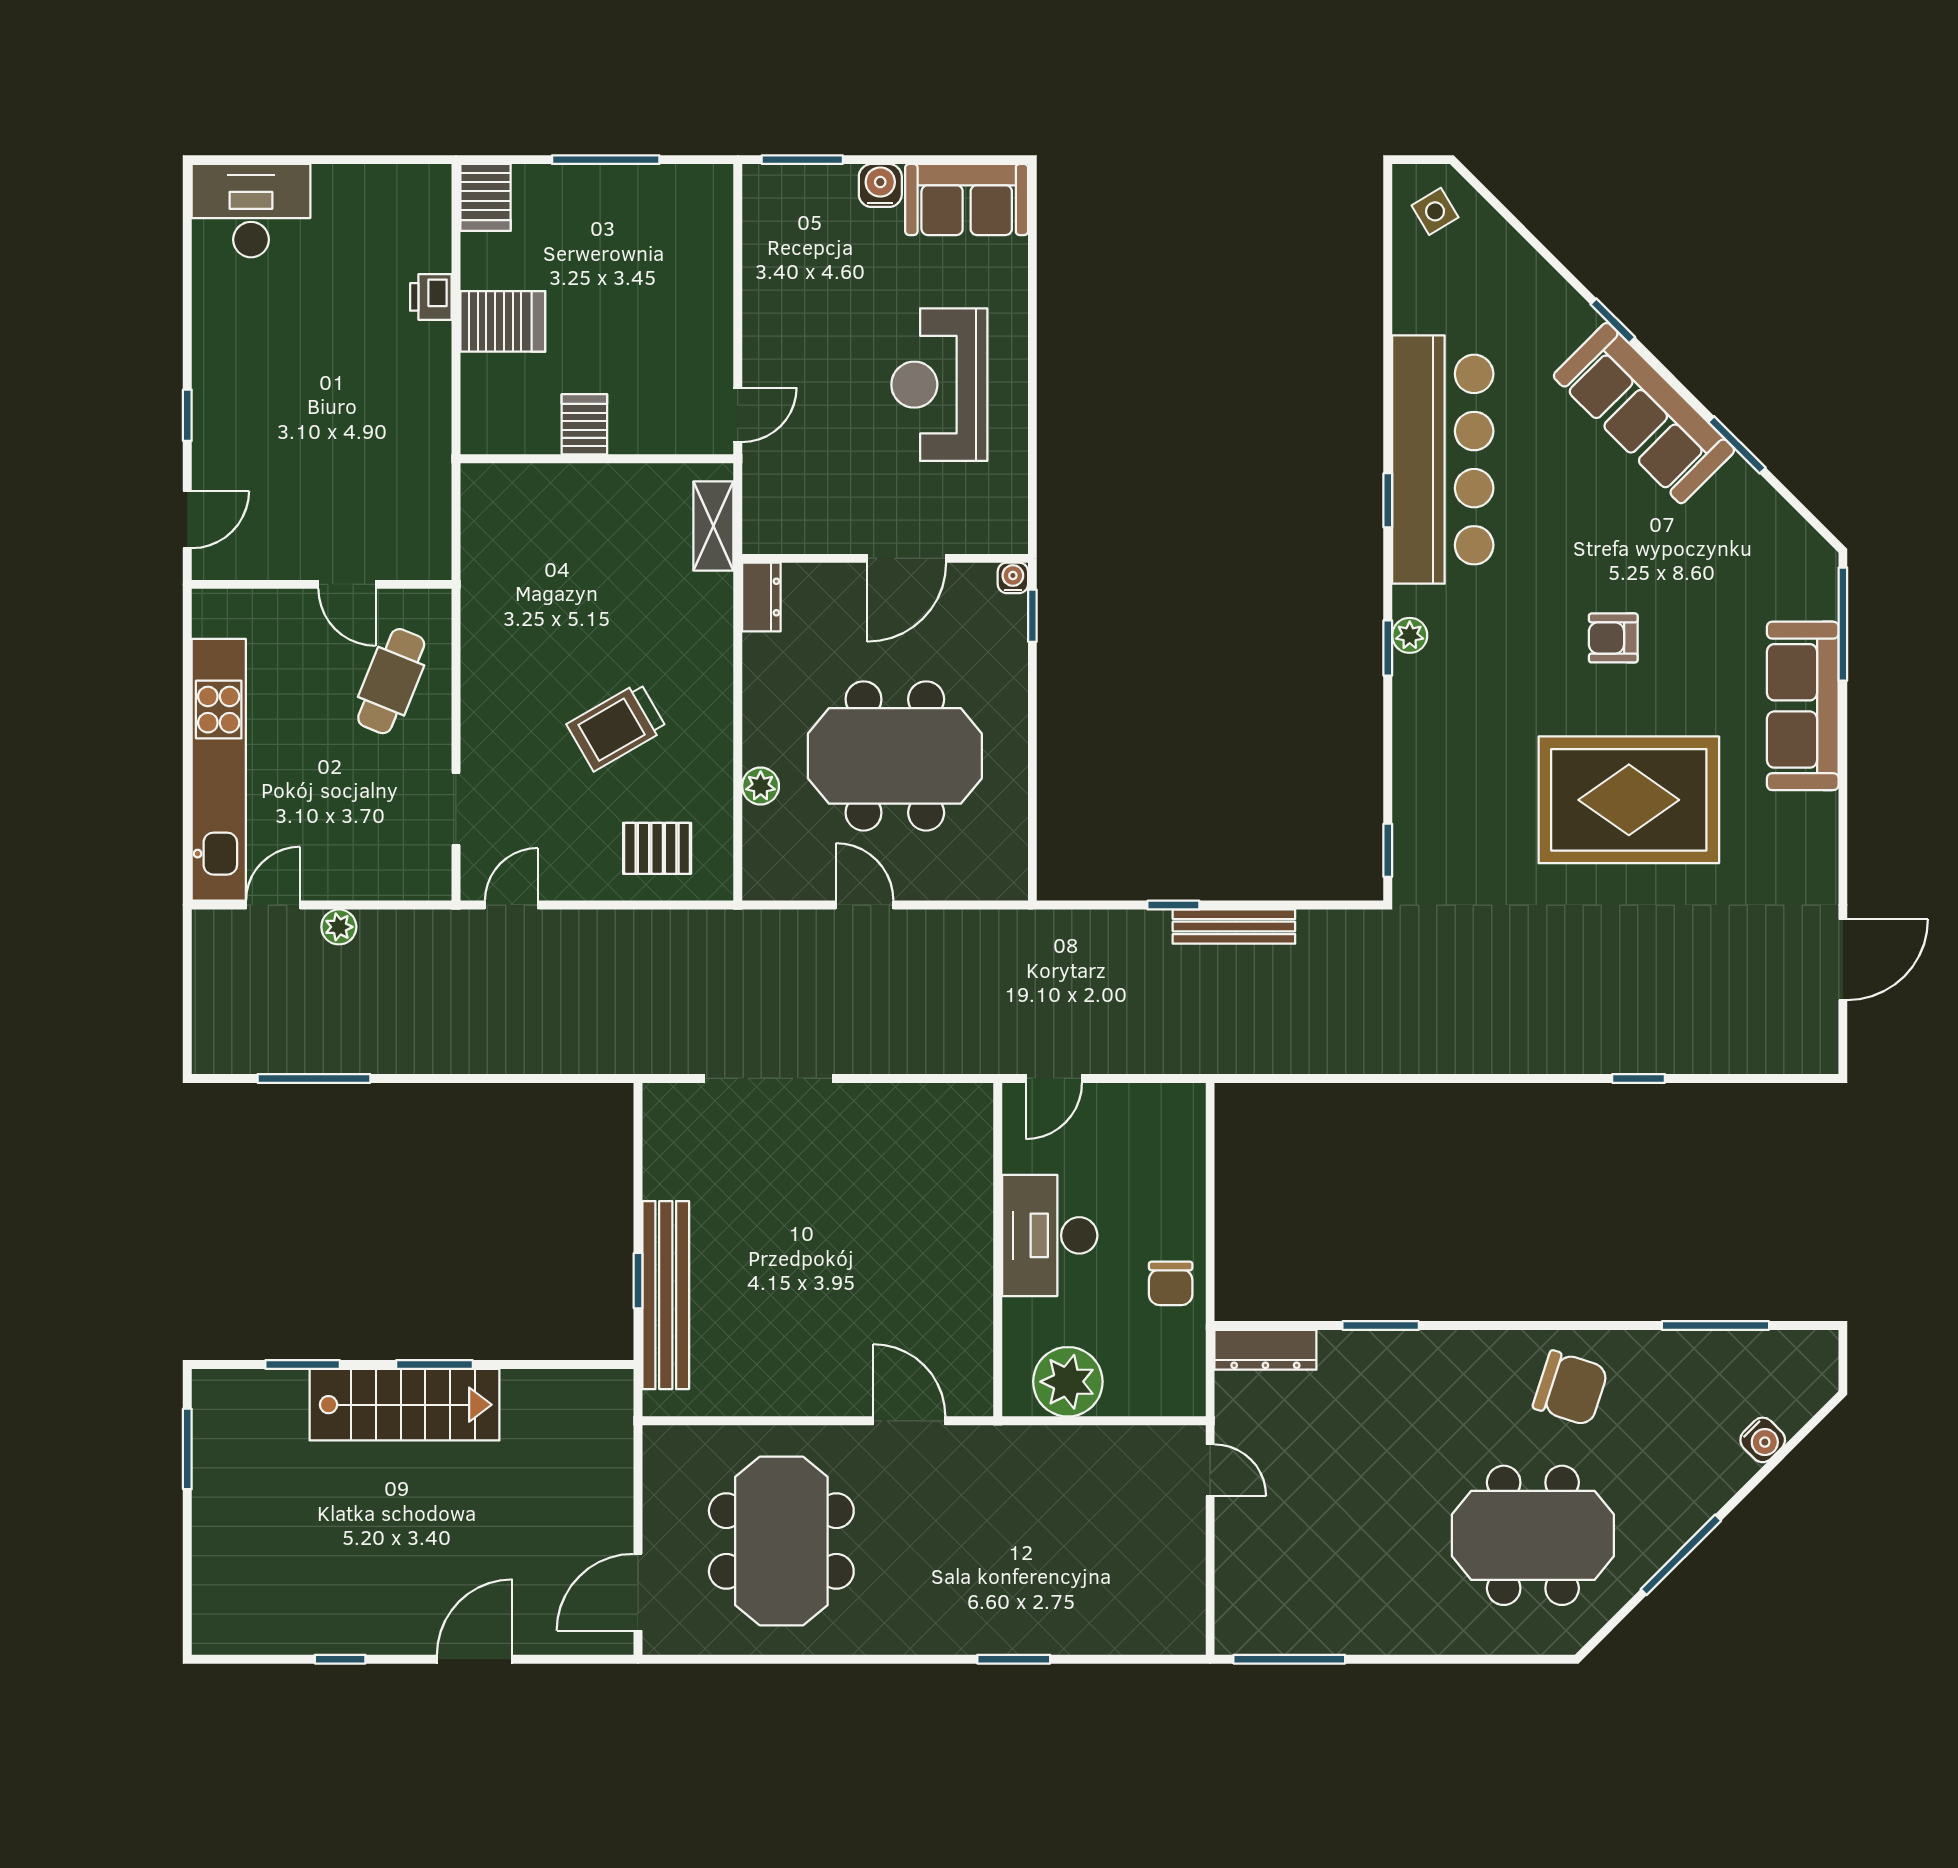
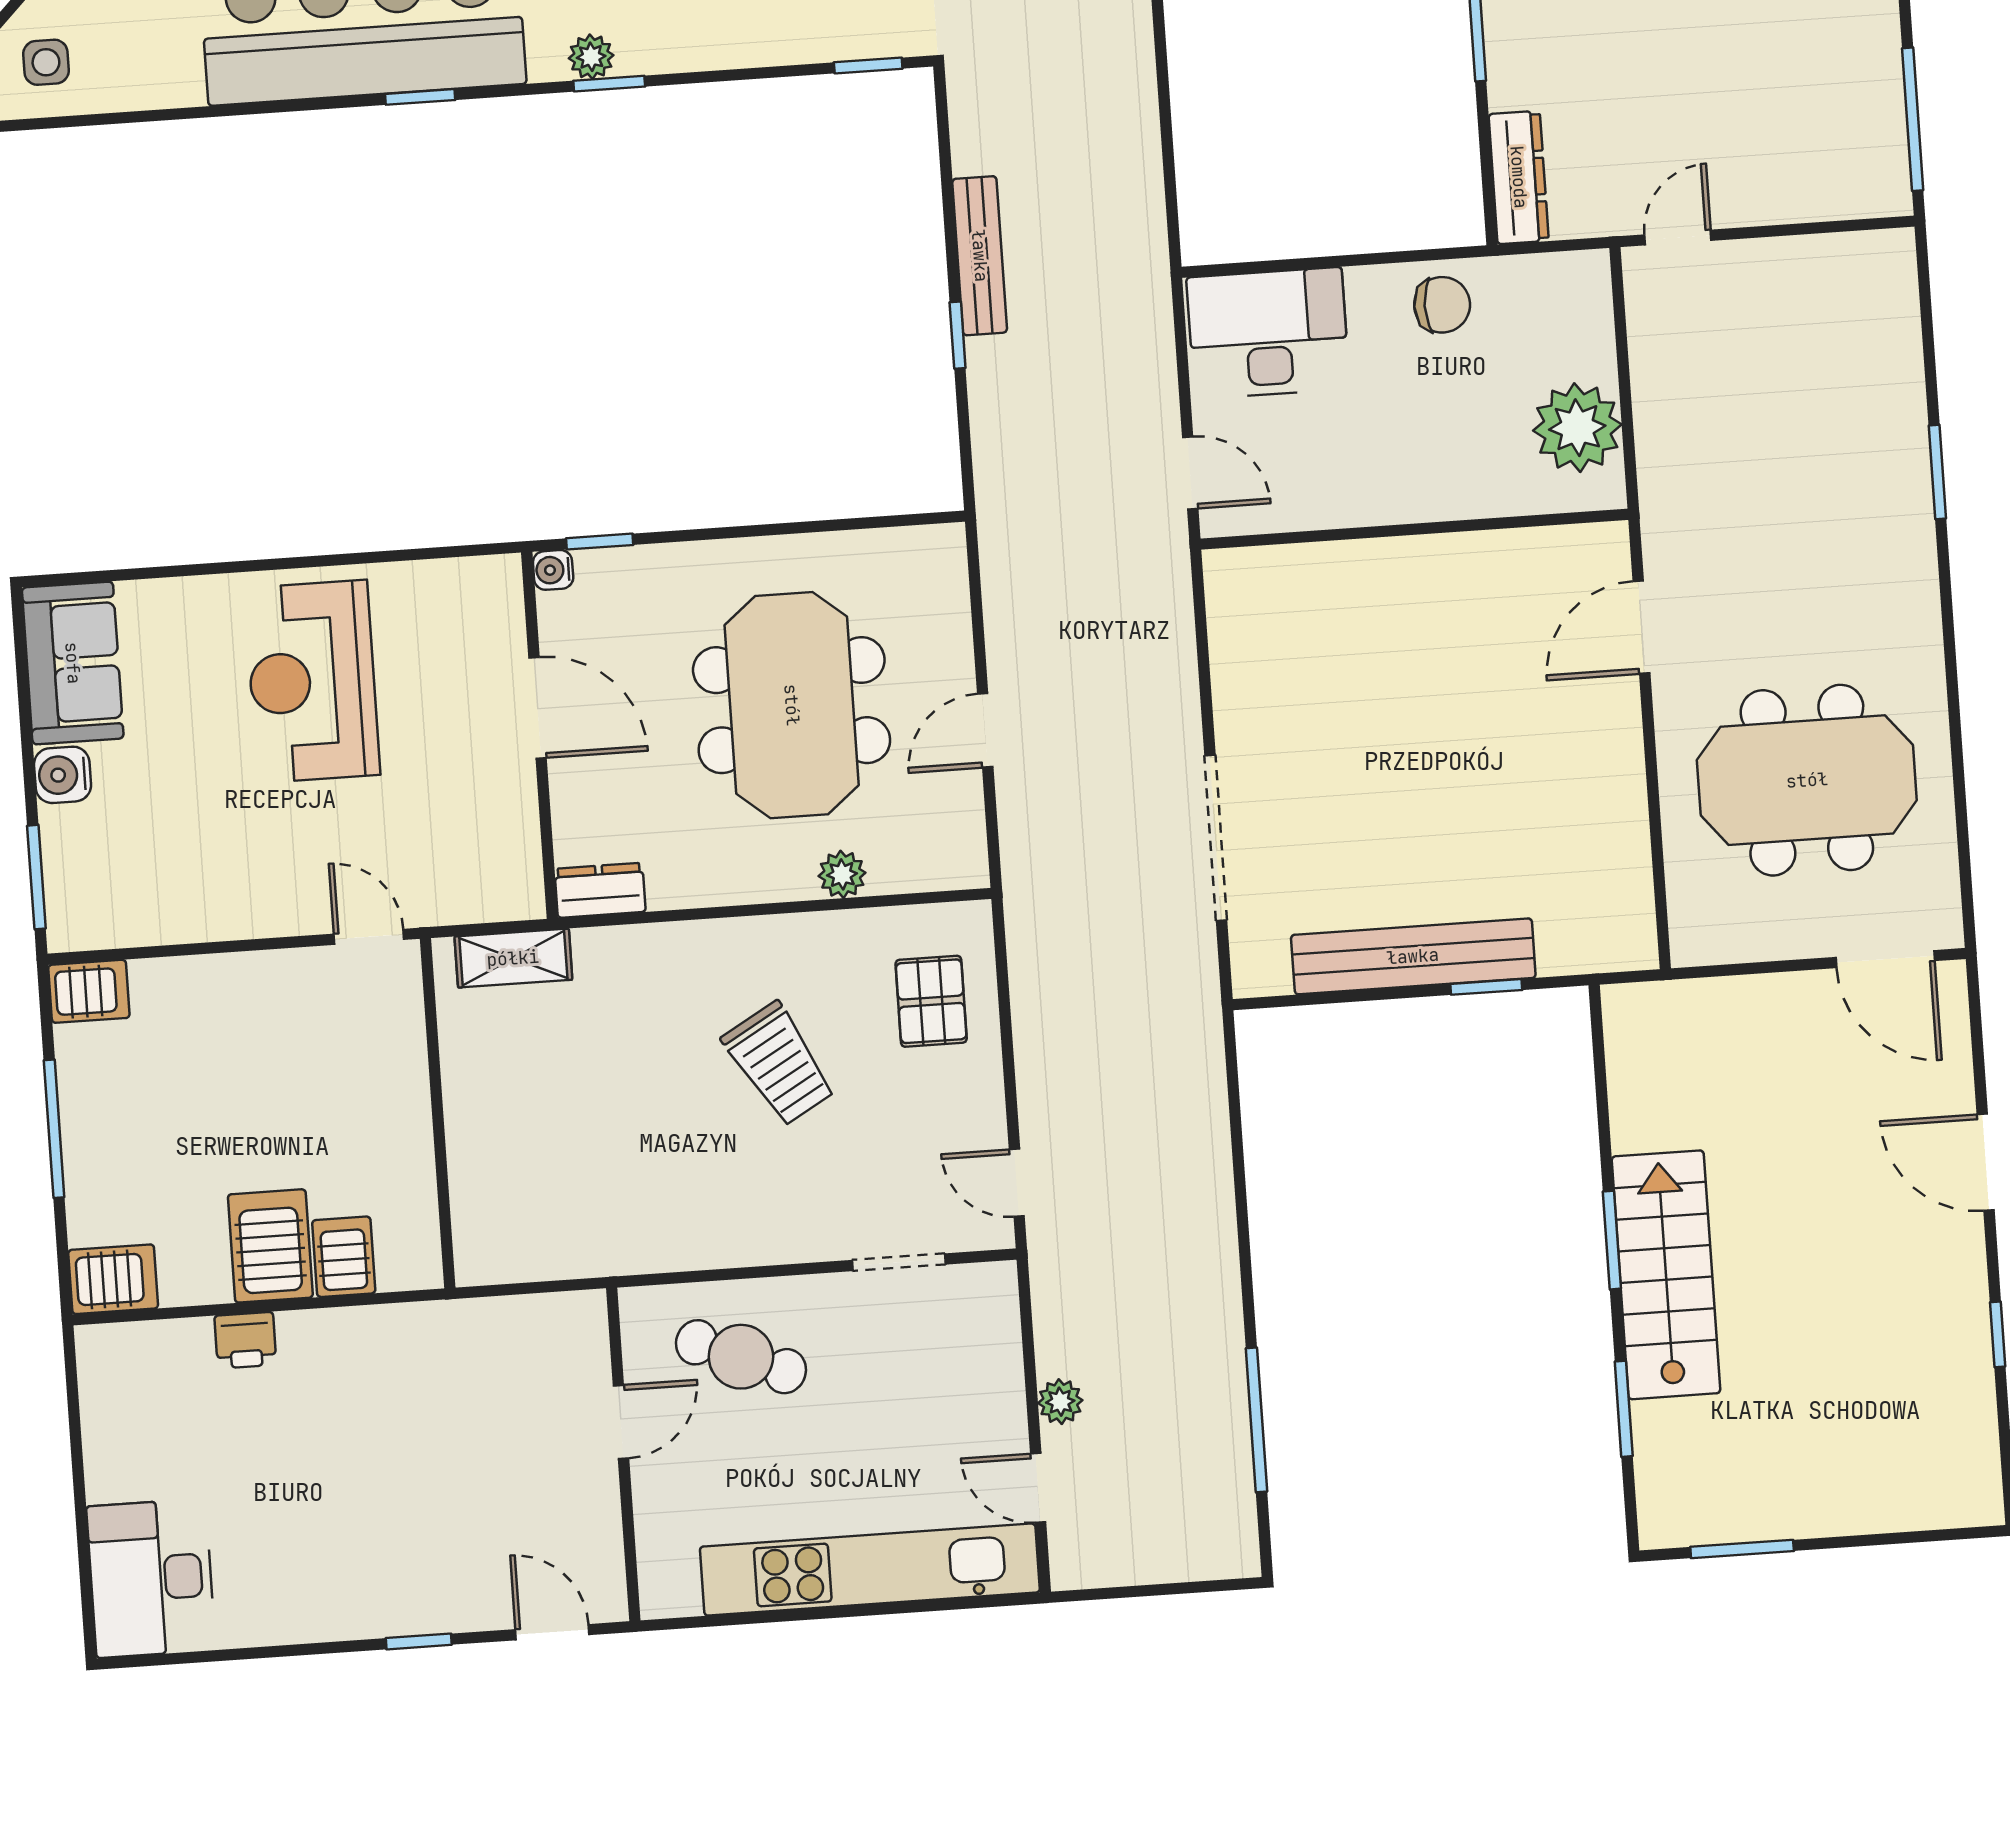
server rack: (711, 194) -> (89, 991), added
side table: (1435, 211) -> (46, 62), turned 31
reception desk: (939, 385) -> (312, 681), turned 90
server rack: (584, 424) -> (344, 1257), moved, turned 90
desk: (1050, 1235) -> (1268, 333), moved, turned 180
bench: (666, 1295) -> (1413, 956), moved

